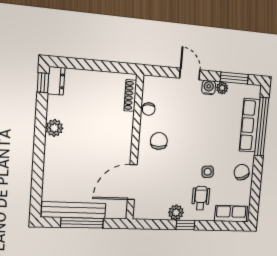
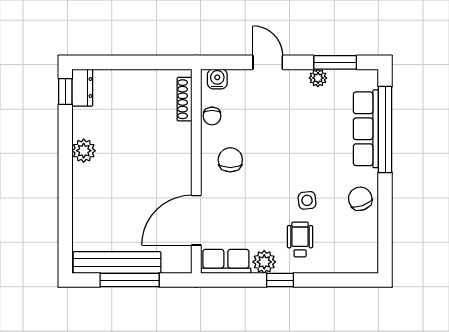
water cooler: (209, 87) -> (217, 79), moved
row of seats: (231, 214) -> (226, 261), moved

